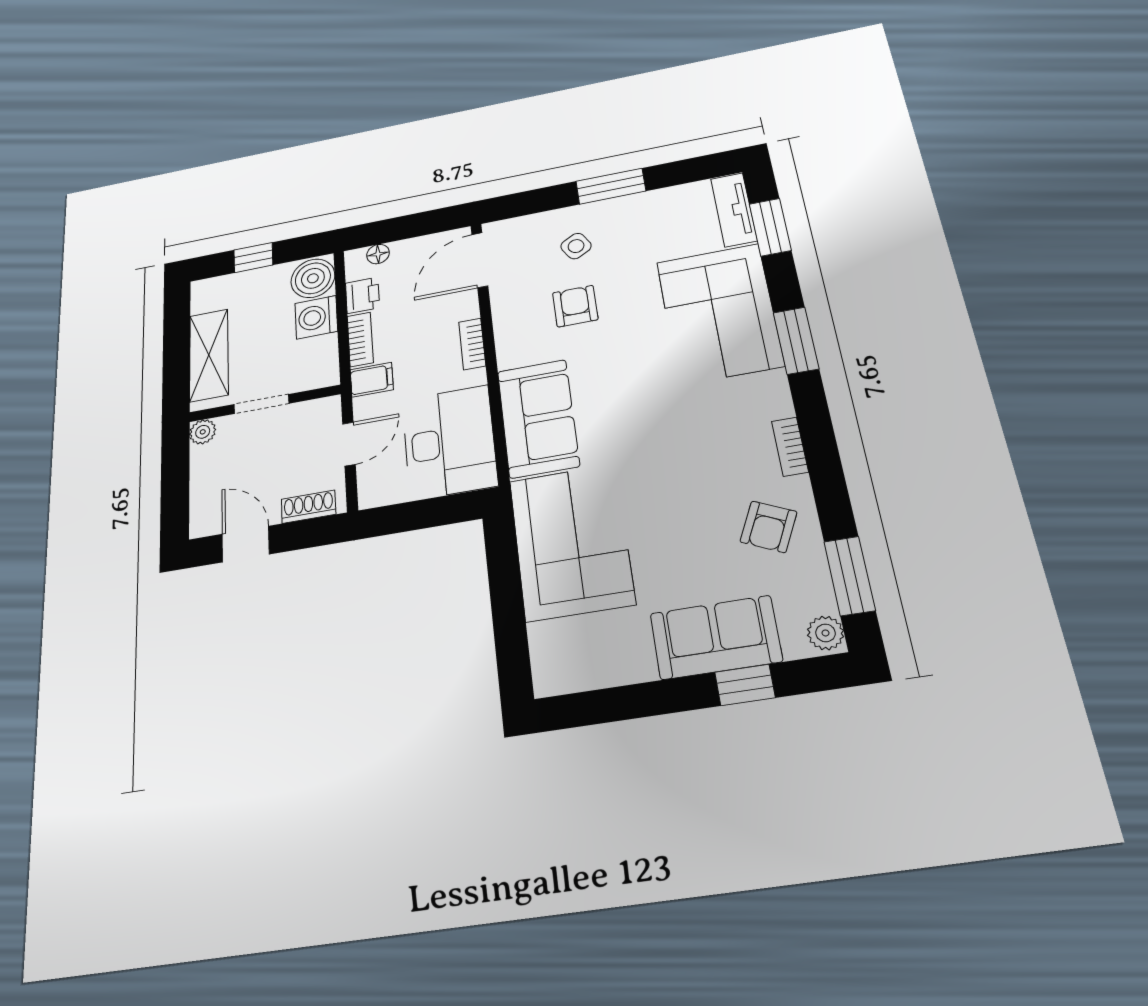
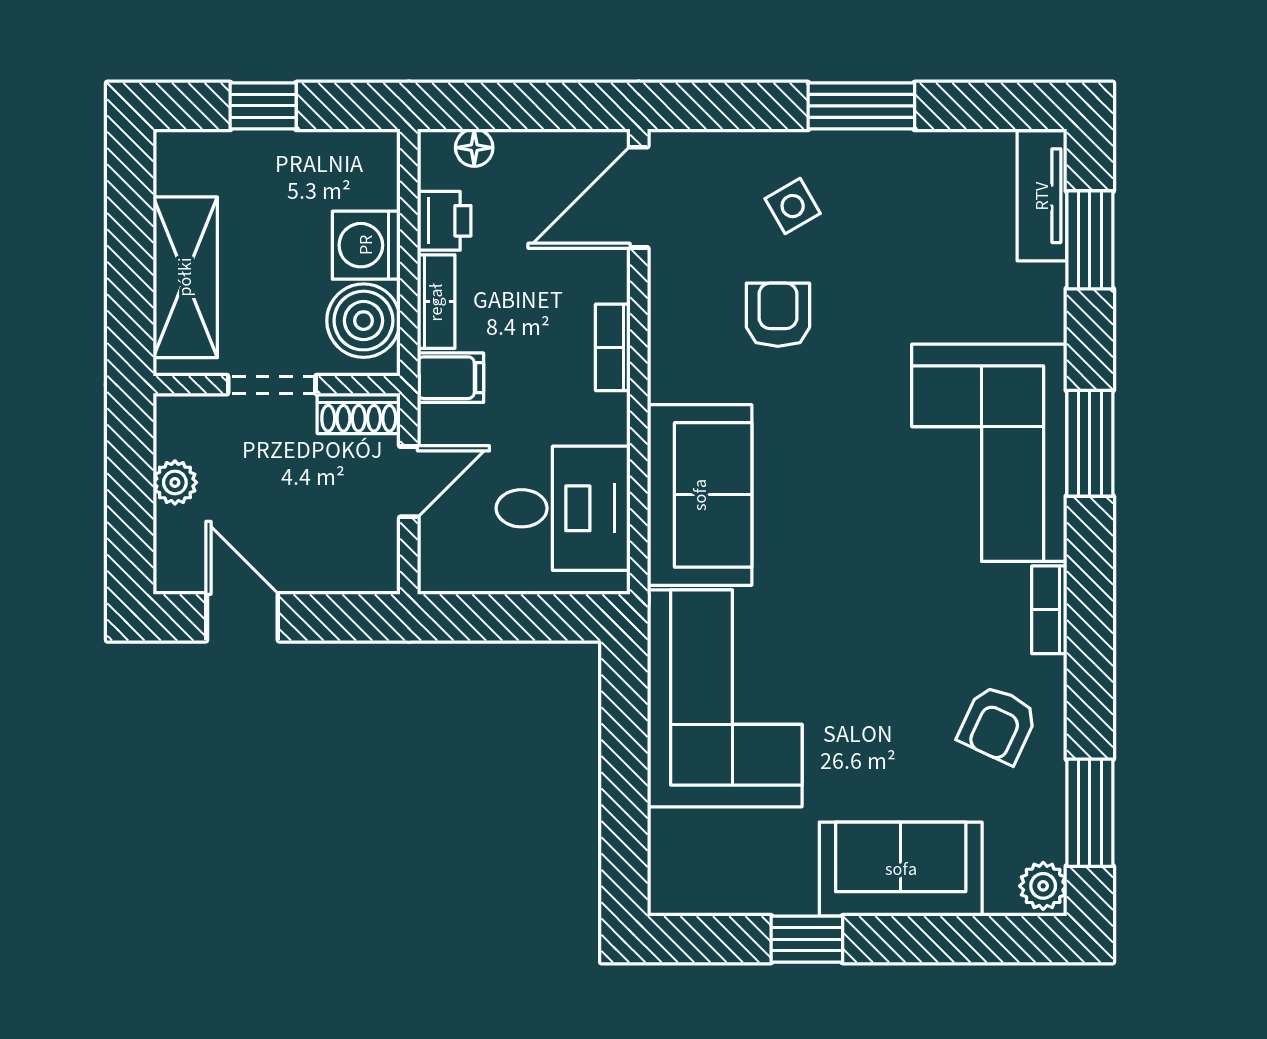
boiler: (313, 278) -> (364, 321), moved
corner sofa: (719, 313) -> (989, 453), moved
plant: (203, 432) -> (175, 482), moved
desk: (449, 442) -> (563, 508), width x0.73
shoe rack: (308, 507) -> (359, 413), moved, turned 180
window: (745, 685) -> (807, 939), moved

